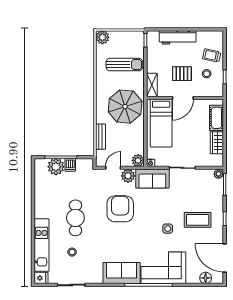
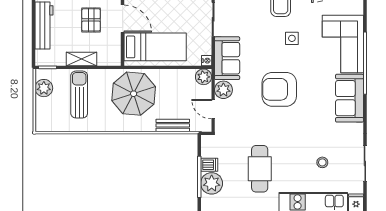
plant: (102, 37) -> (44, 88), moved
shelving: (152, 85) -> (81, 59), moved
armchair: (120, 209) -> (279, 89), moved
cafe table: (75, 218) -> (260, 169), moved, turned 90

